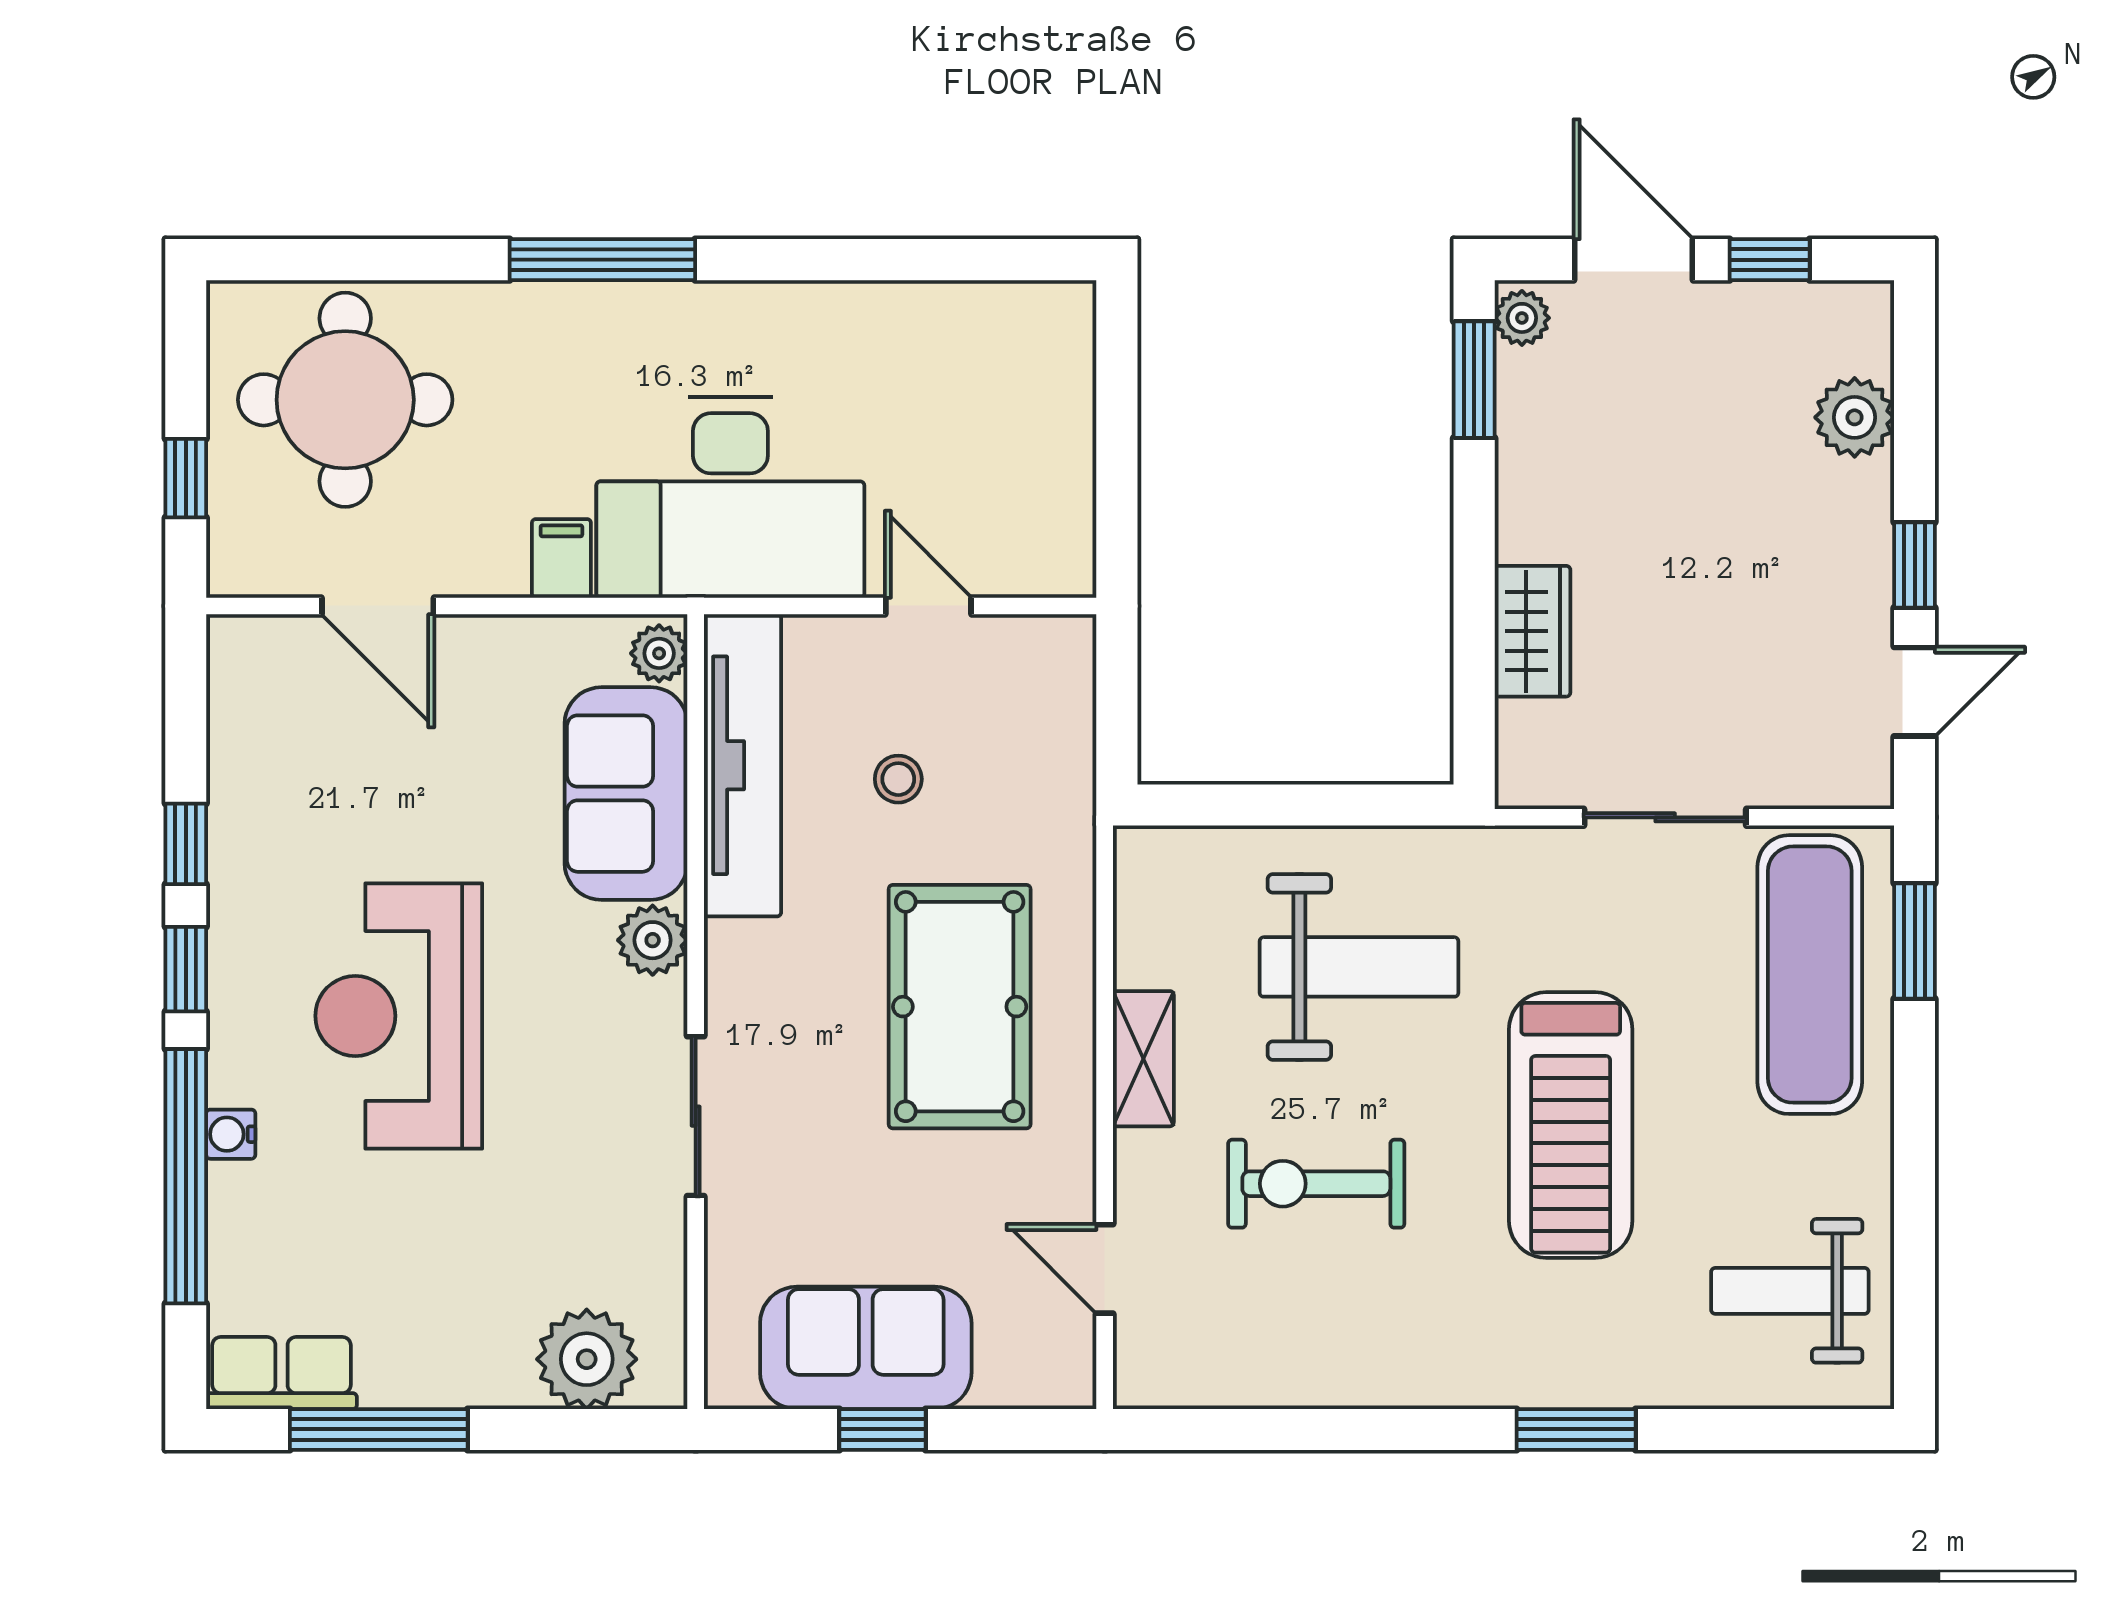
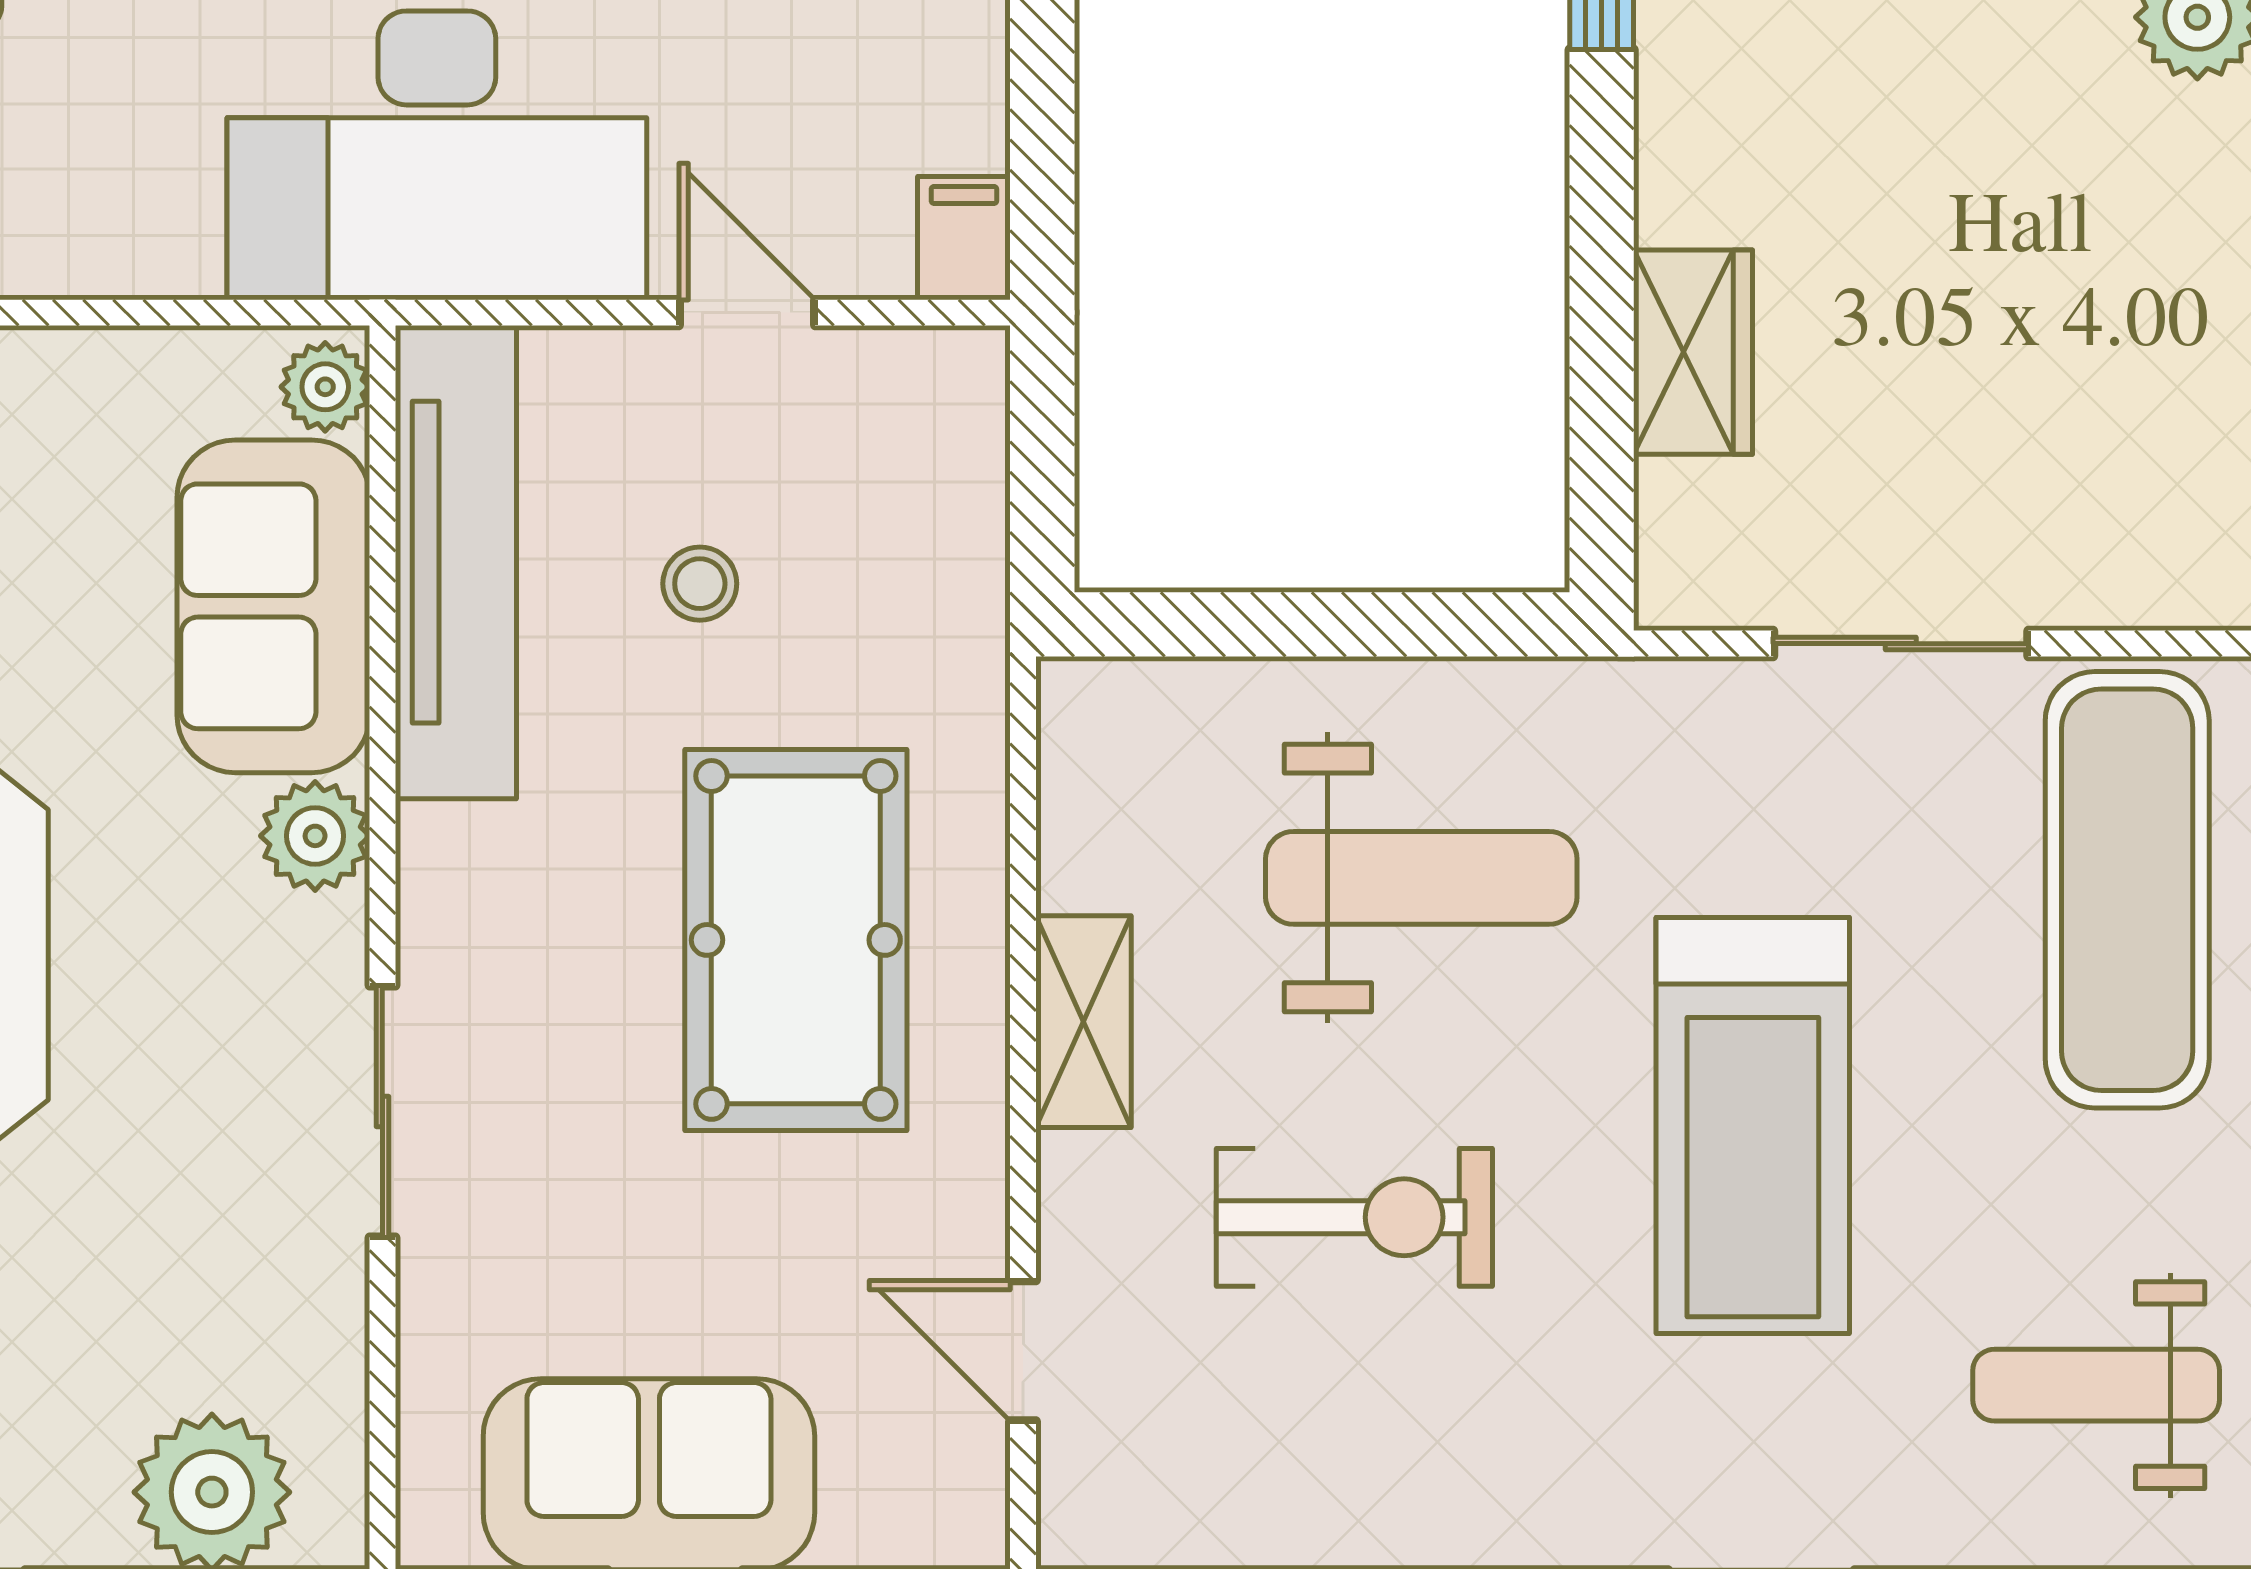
filing cabinet: (561, 558) -> (964, 238), moved
exercise bike: (1316, 1184) -> (1354, 1217), turned 180

